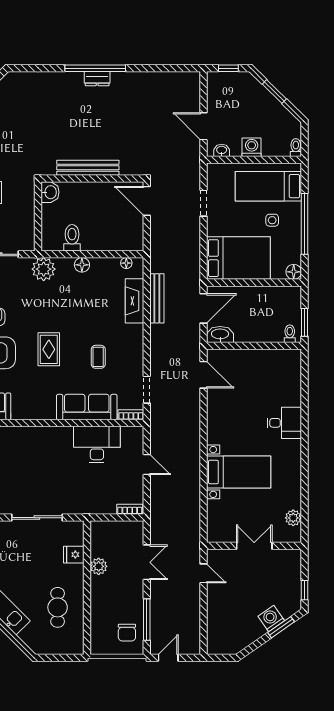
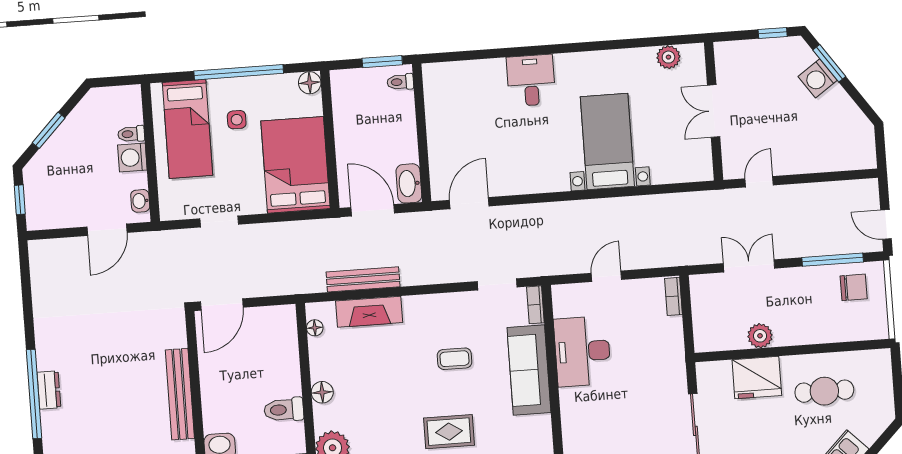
toilet: (296, 148) -> (131, 134), moved
fridge: (74, 555) -> (757, 378), width x1.88, depth x1.34

